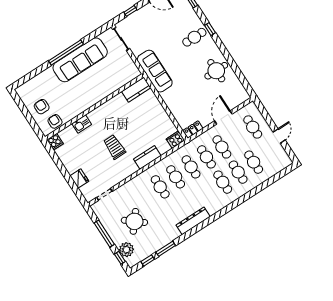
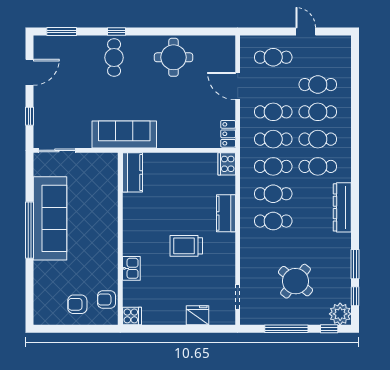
cafe table: (207, 192) -> (318, 166), added
plant: (126, 250) -> (340, 314), moved

